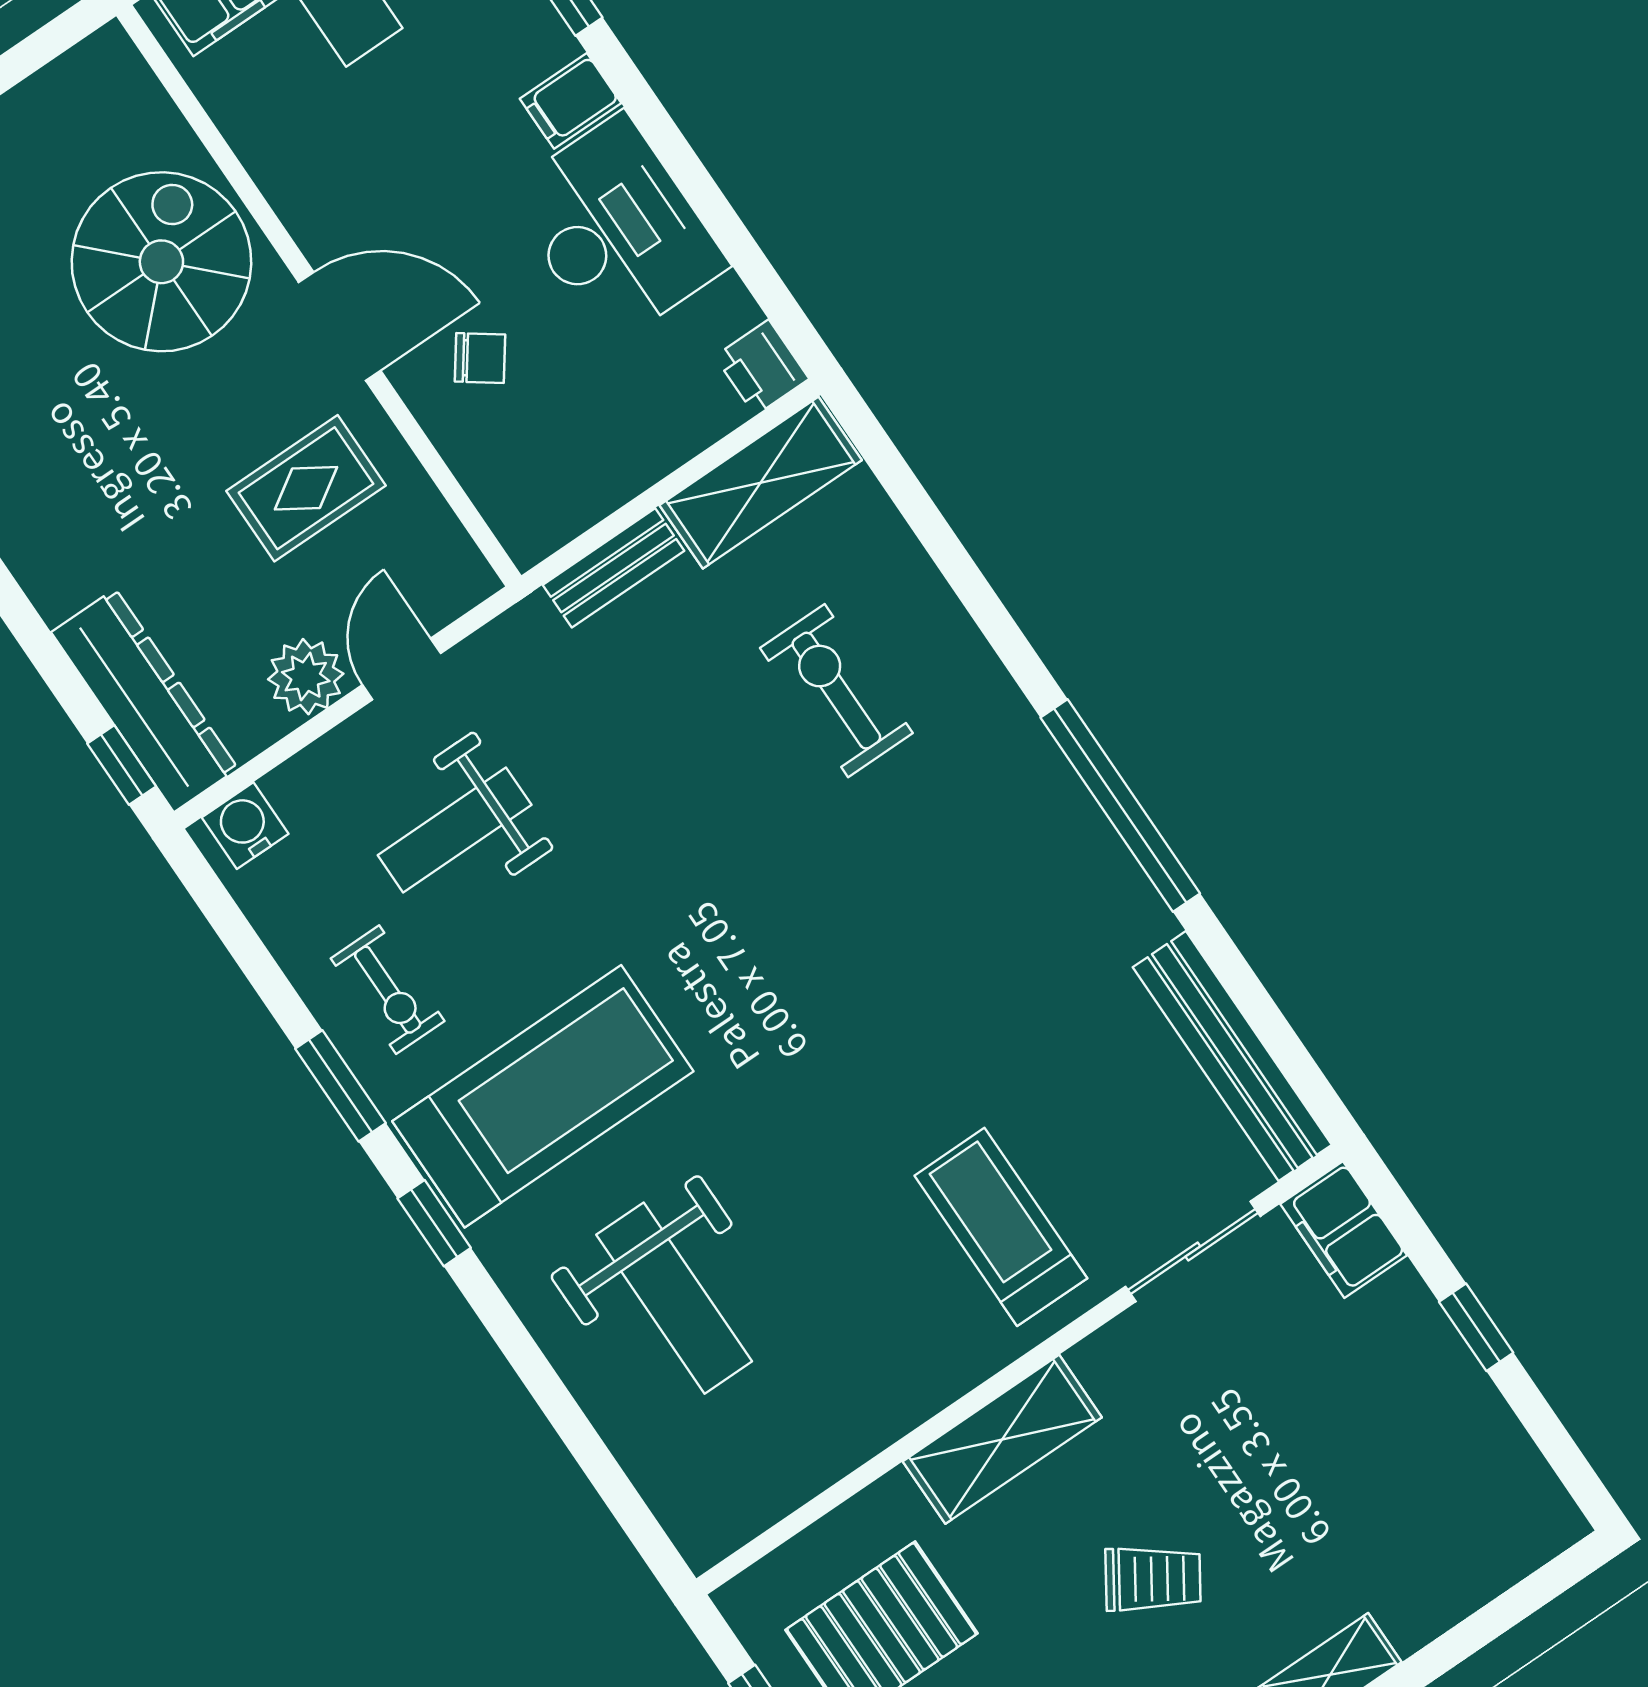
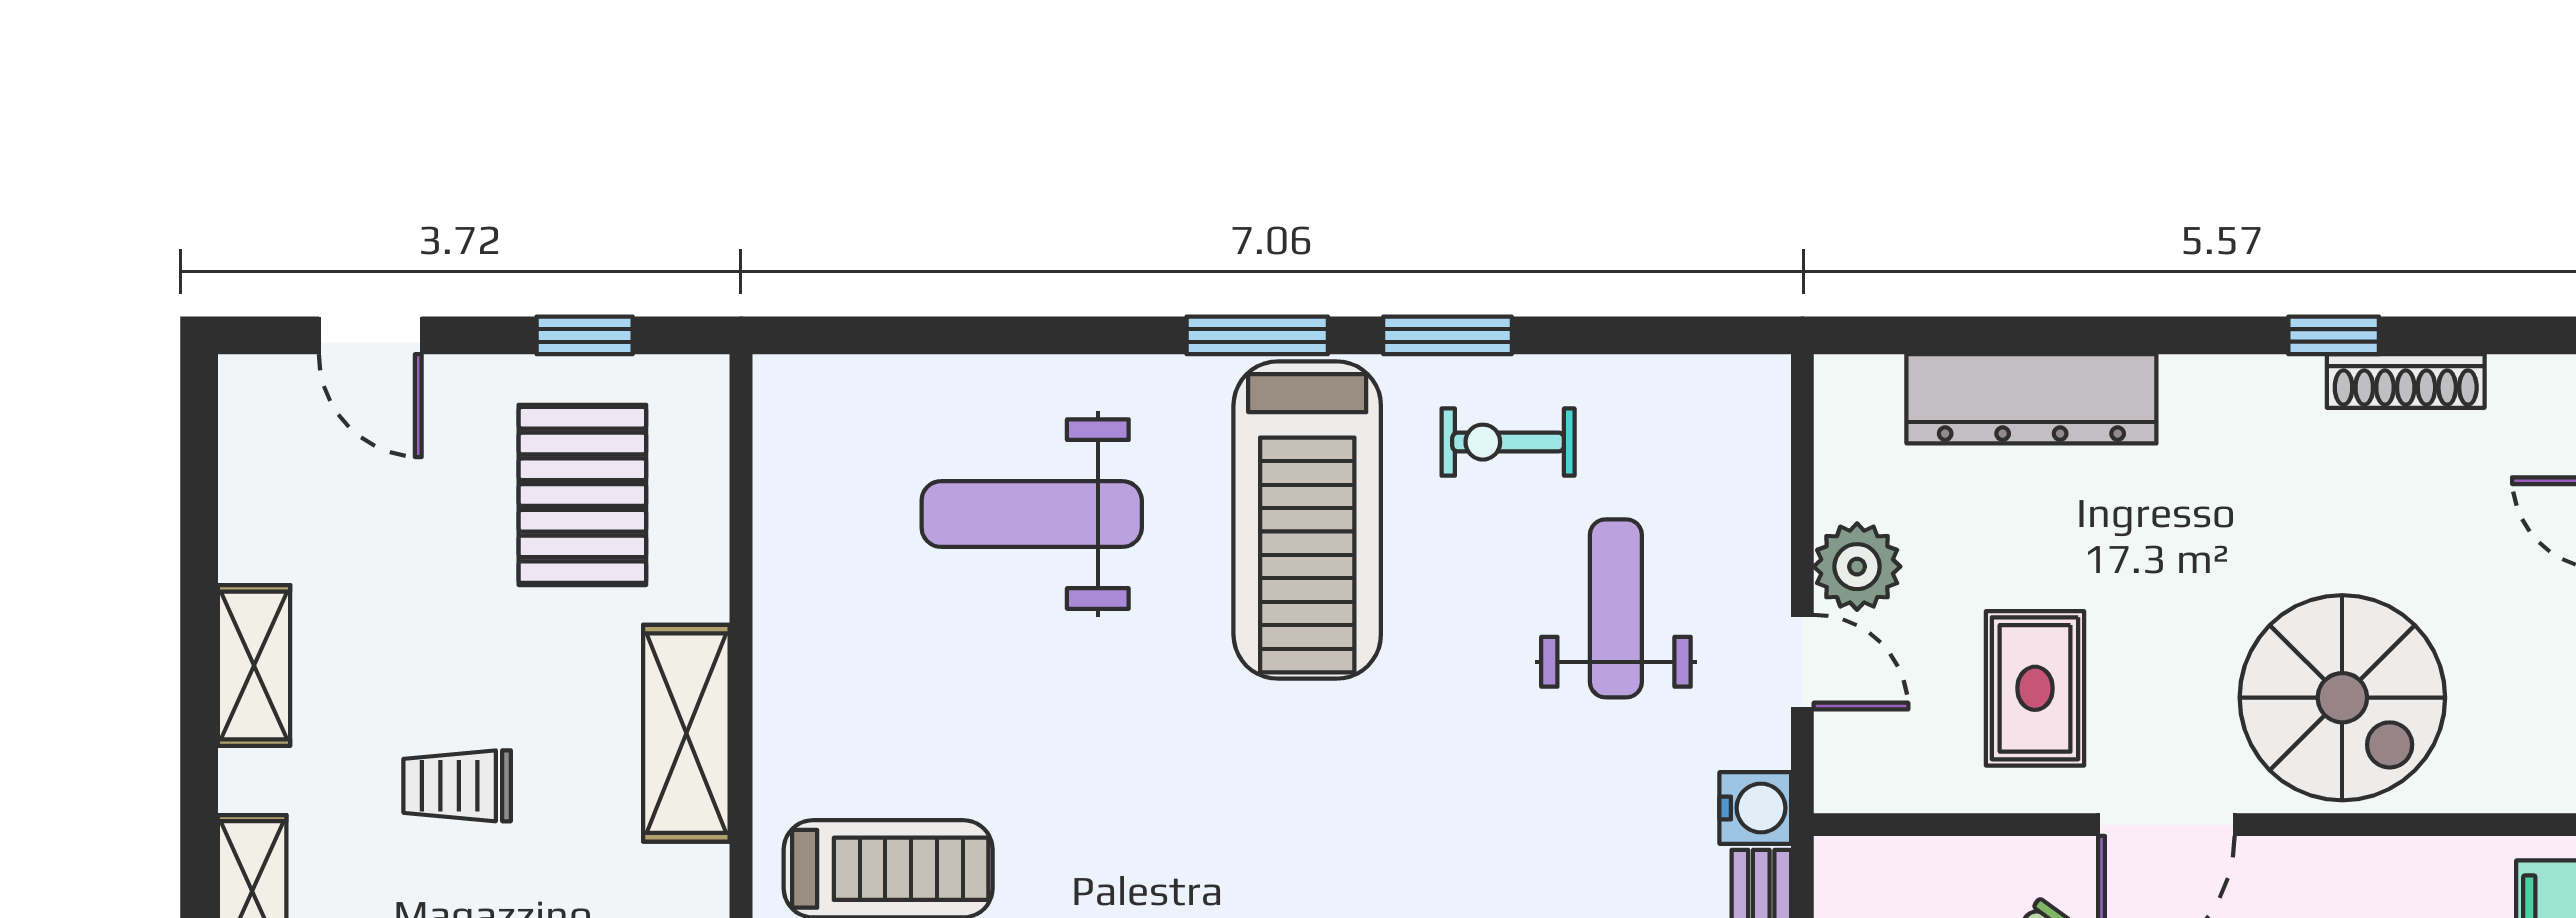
dresser: (145, 700) -> (2031, 399), moved
window: (122, 765) -> (1892, 335), removed
water cooler: (245, 826) -> (1755, 808), moved
window: (434, 1223) -> (1257, 335), width x1.50
trolley: (1153, 1579) -> (457, 786), turned 57

